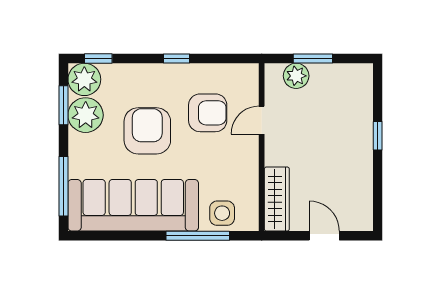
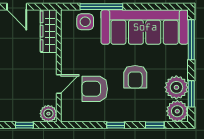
window: (98, 59) -> (155, 125), moved
window: (313, 59) -> (24, 125), width x0.67
plant: (296, 76) -> (48, 114), moved
armchair: (147, 131) -> (135, 77), width x0.73, depth x0.73

